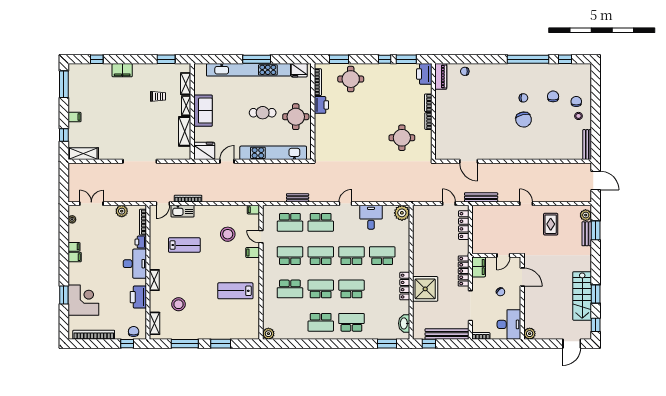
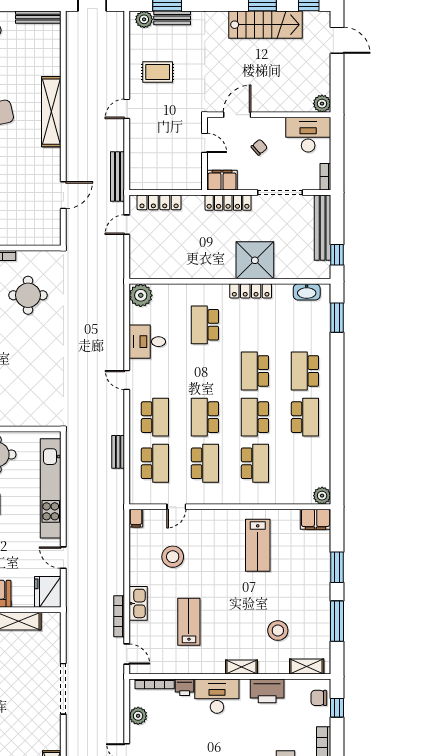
shelving: (524, 153) -> (51, 112), added
kitchen sink: (182, 211) -> (138, 603), moved
filing cabinet: (253, 253) -> (316, 519), moved, width x2.00
school desk: (290, 256) -> (205, 463), turned 180
school desk: (351, 256) -> (205, 371), removed

